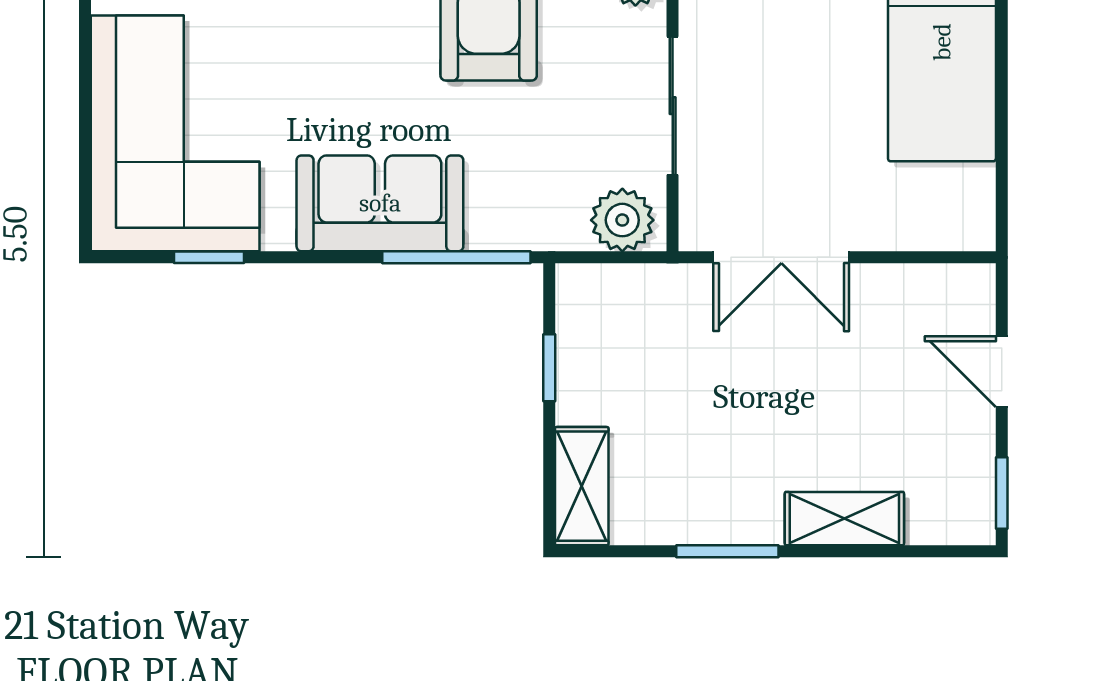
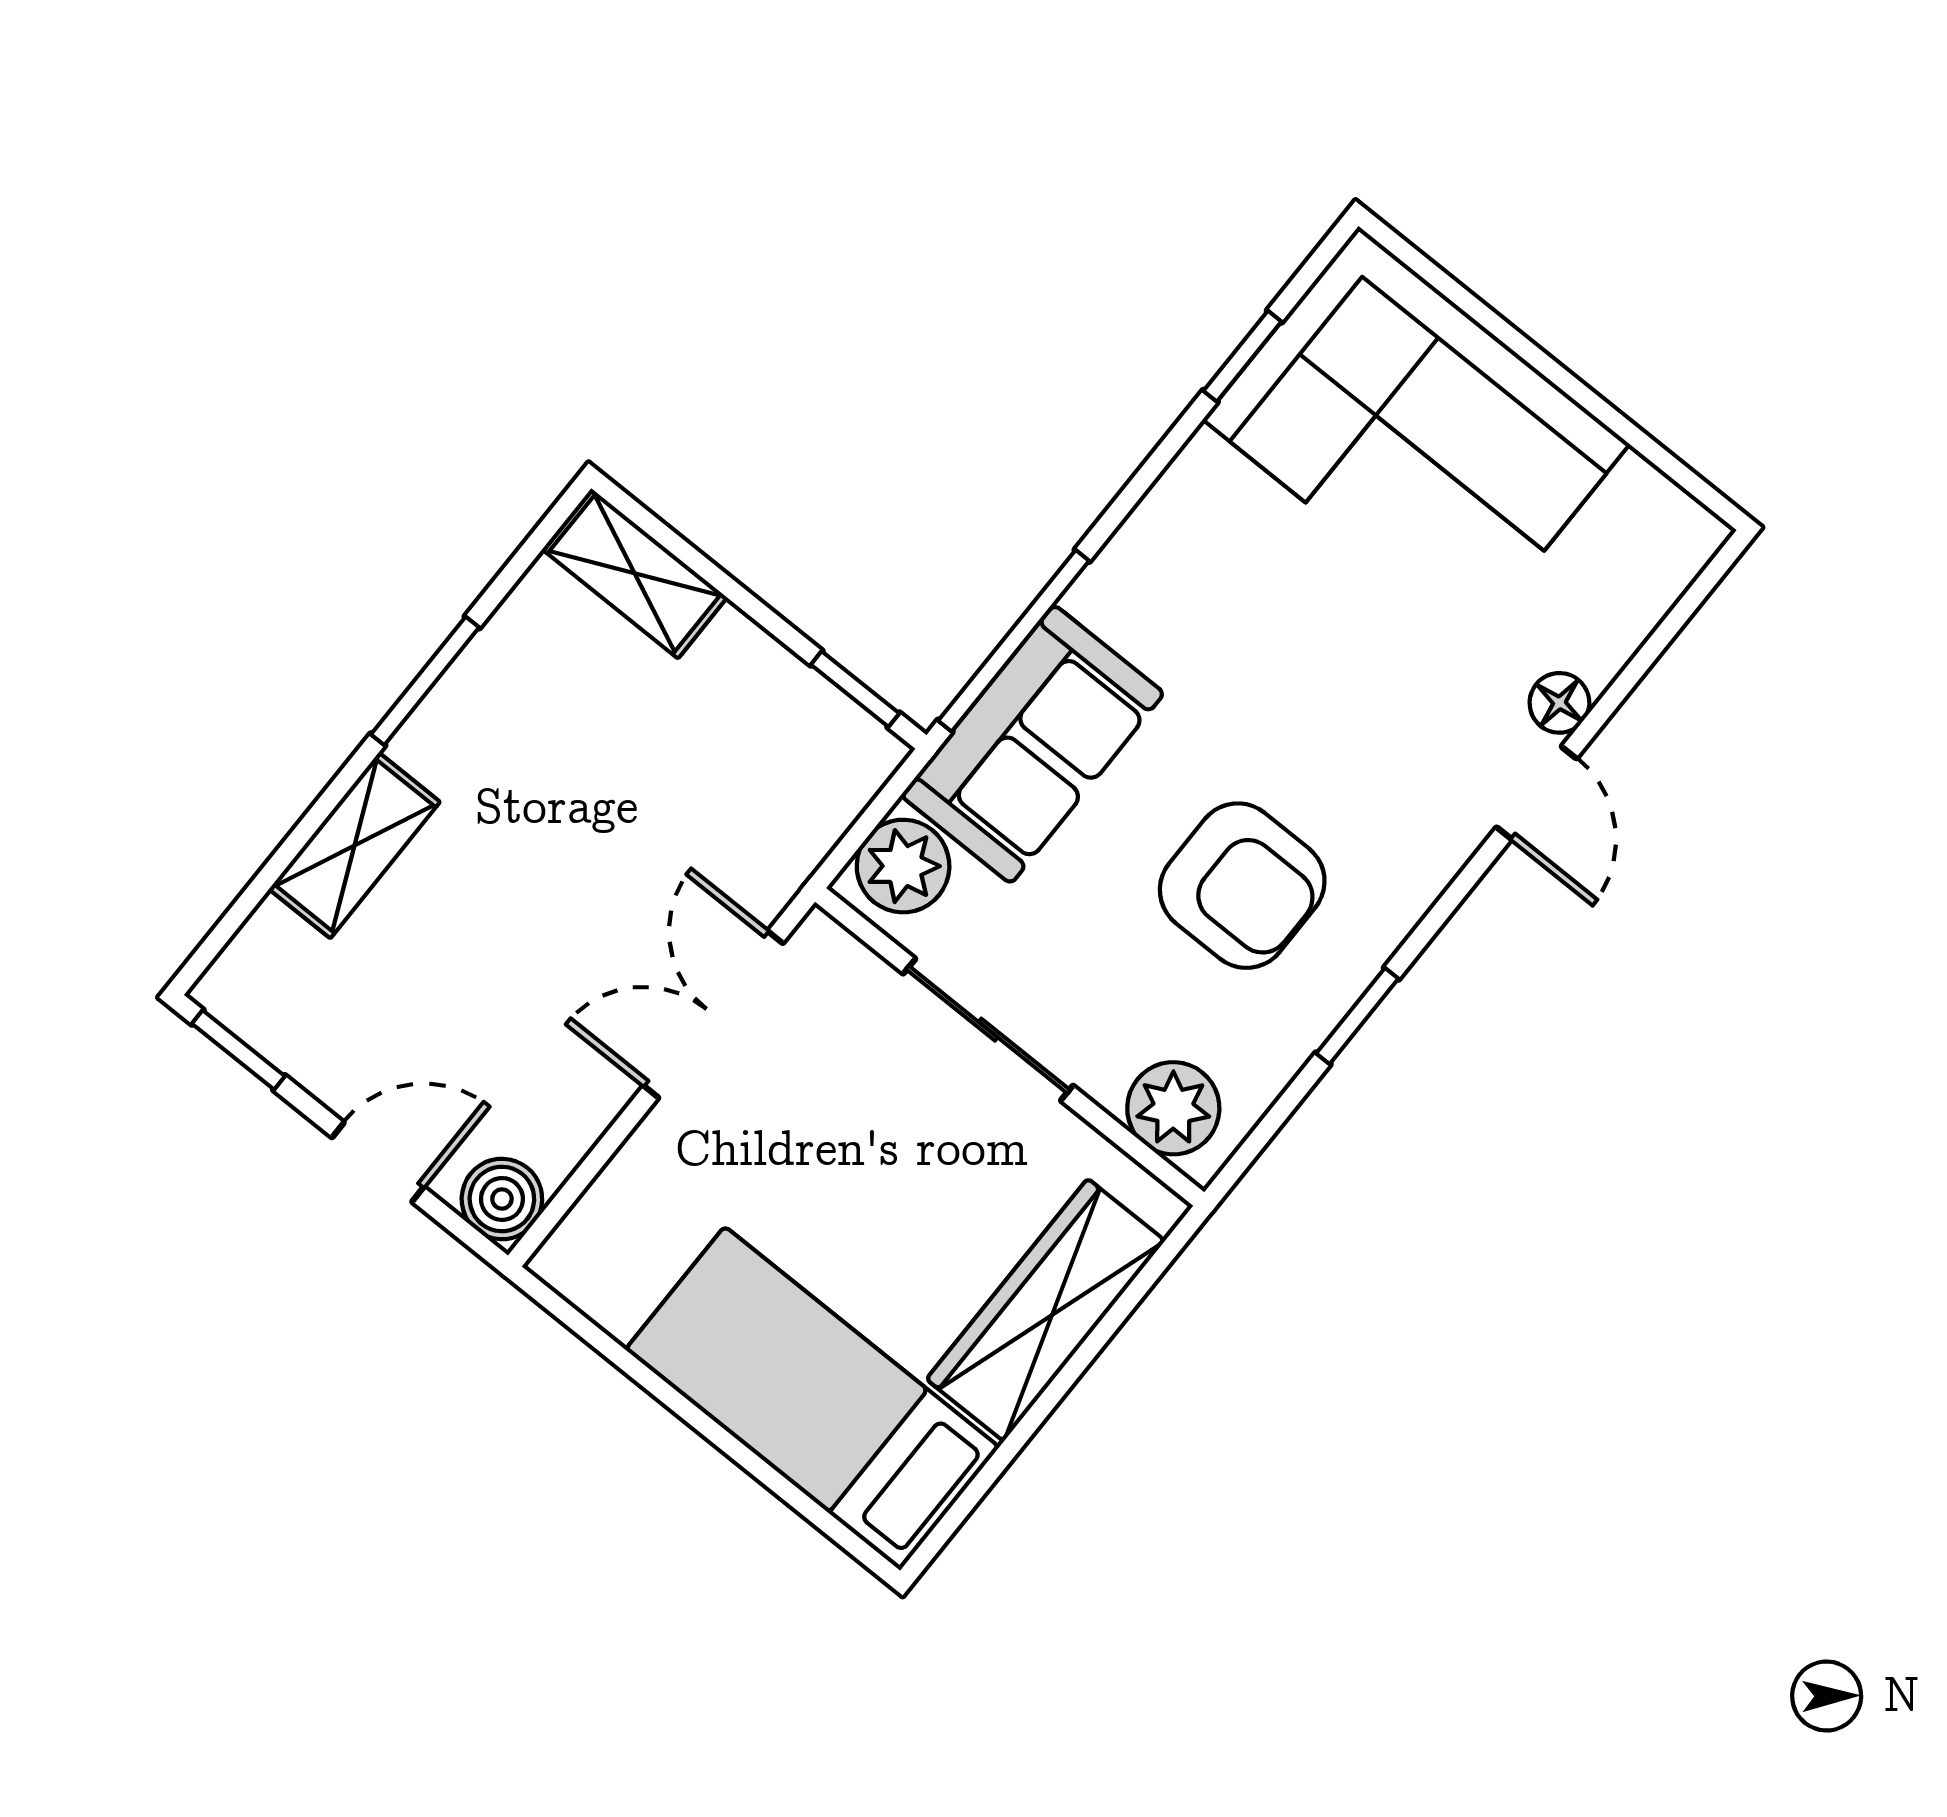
sofa: (380, 203) -> (1033, 744), moved
boiler: (968, 291) -> (502, 1199), added
window: (549, 368) -> (855, 689), moved

